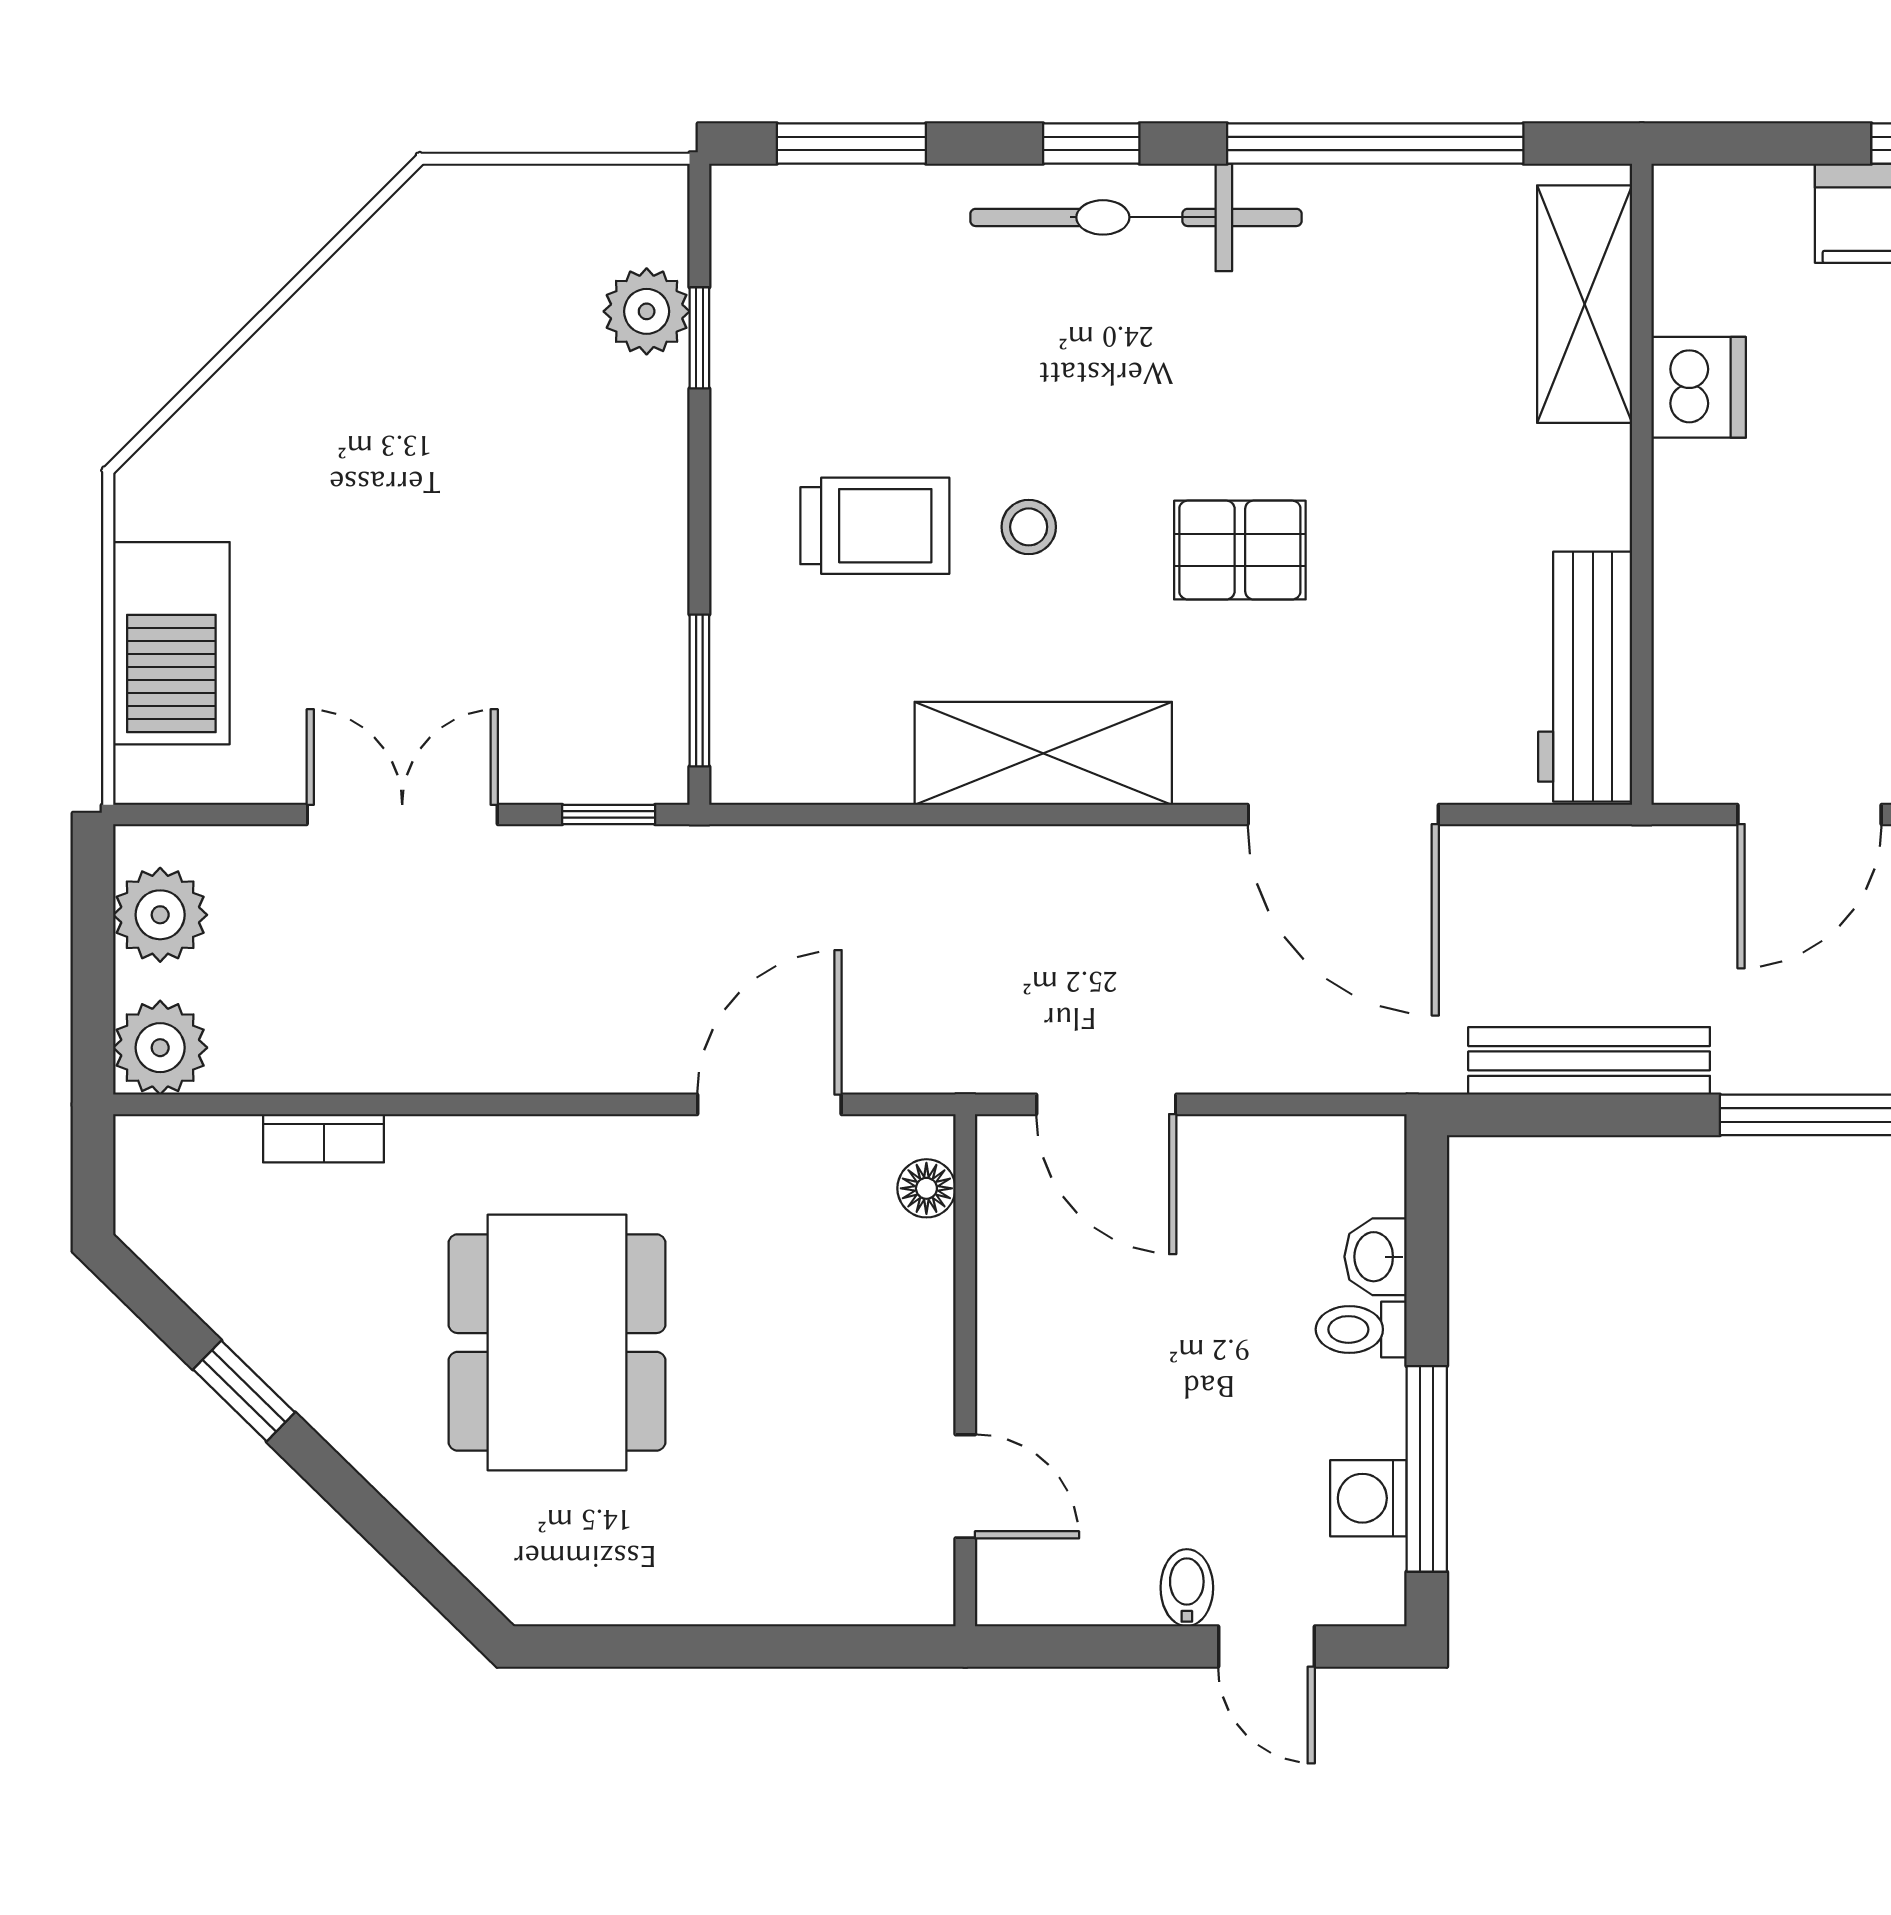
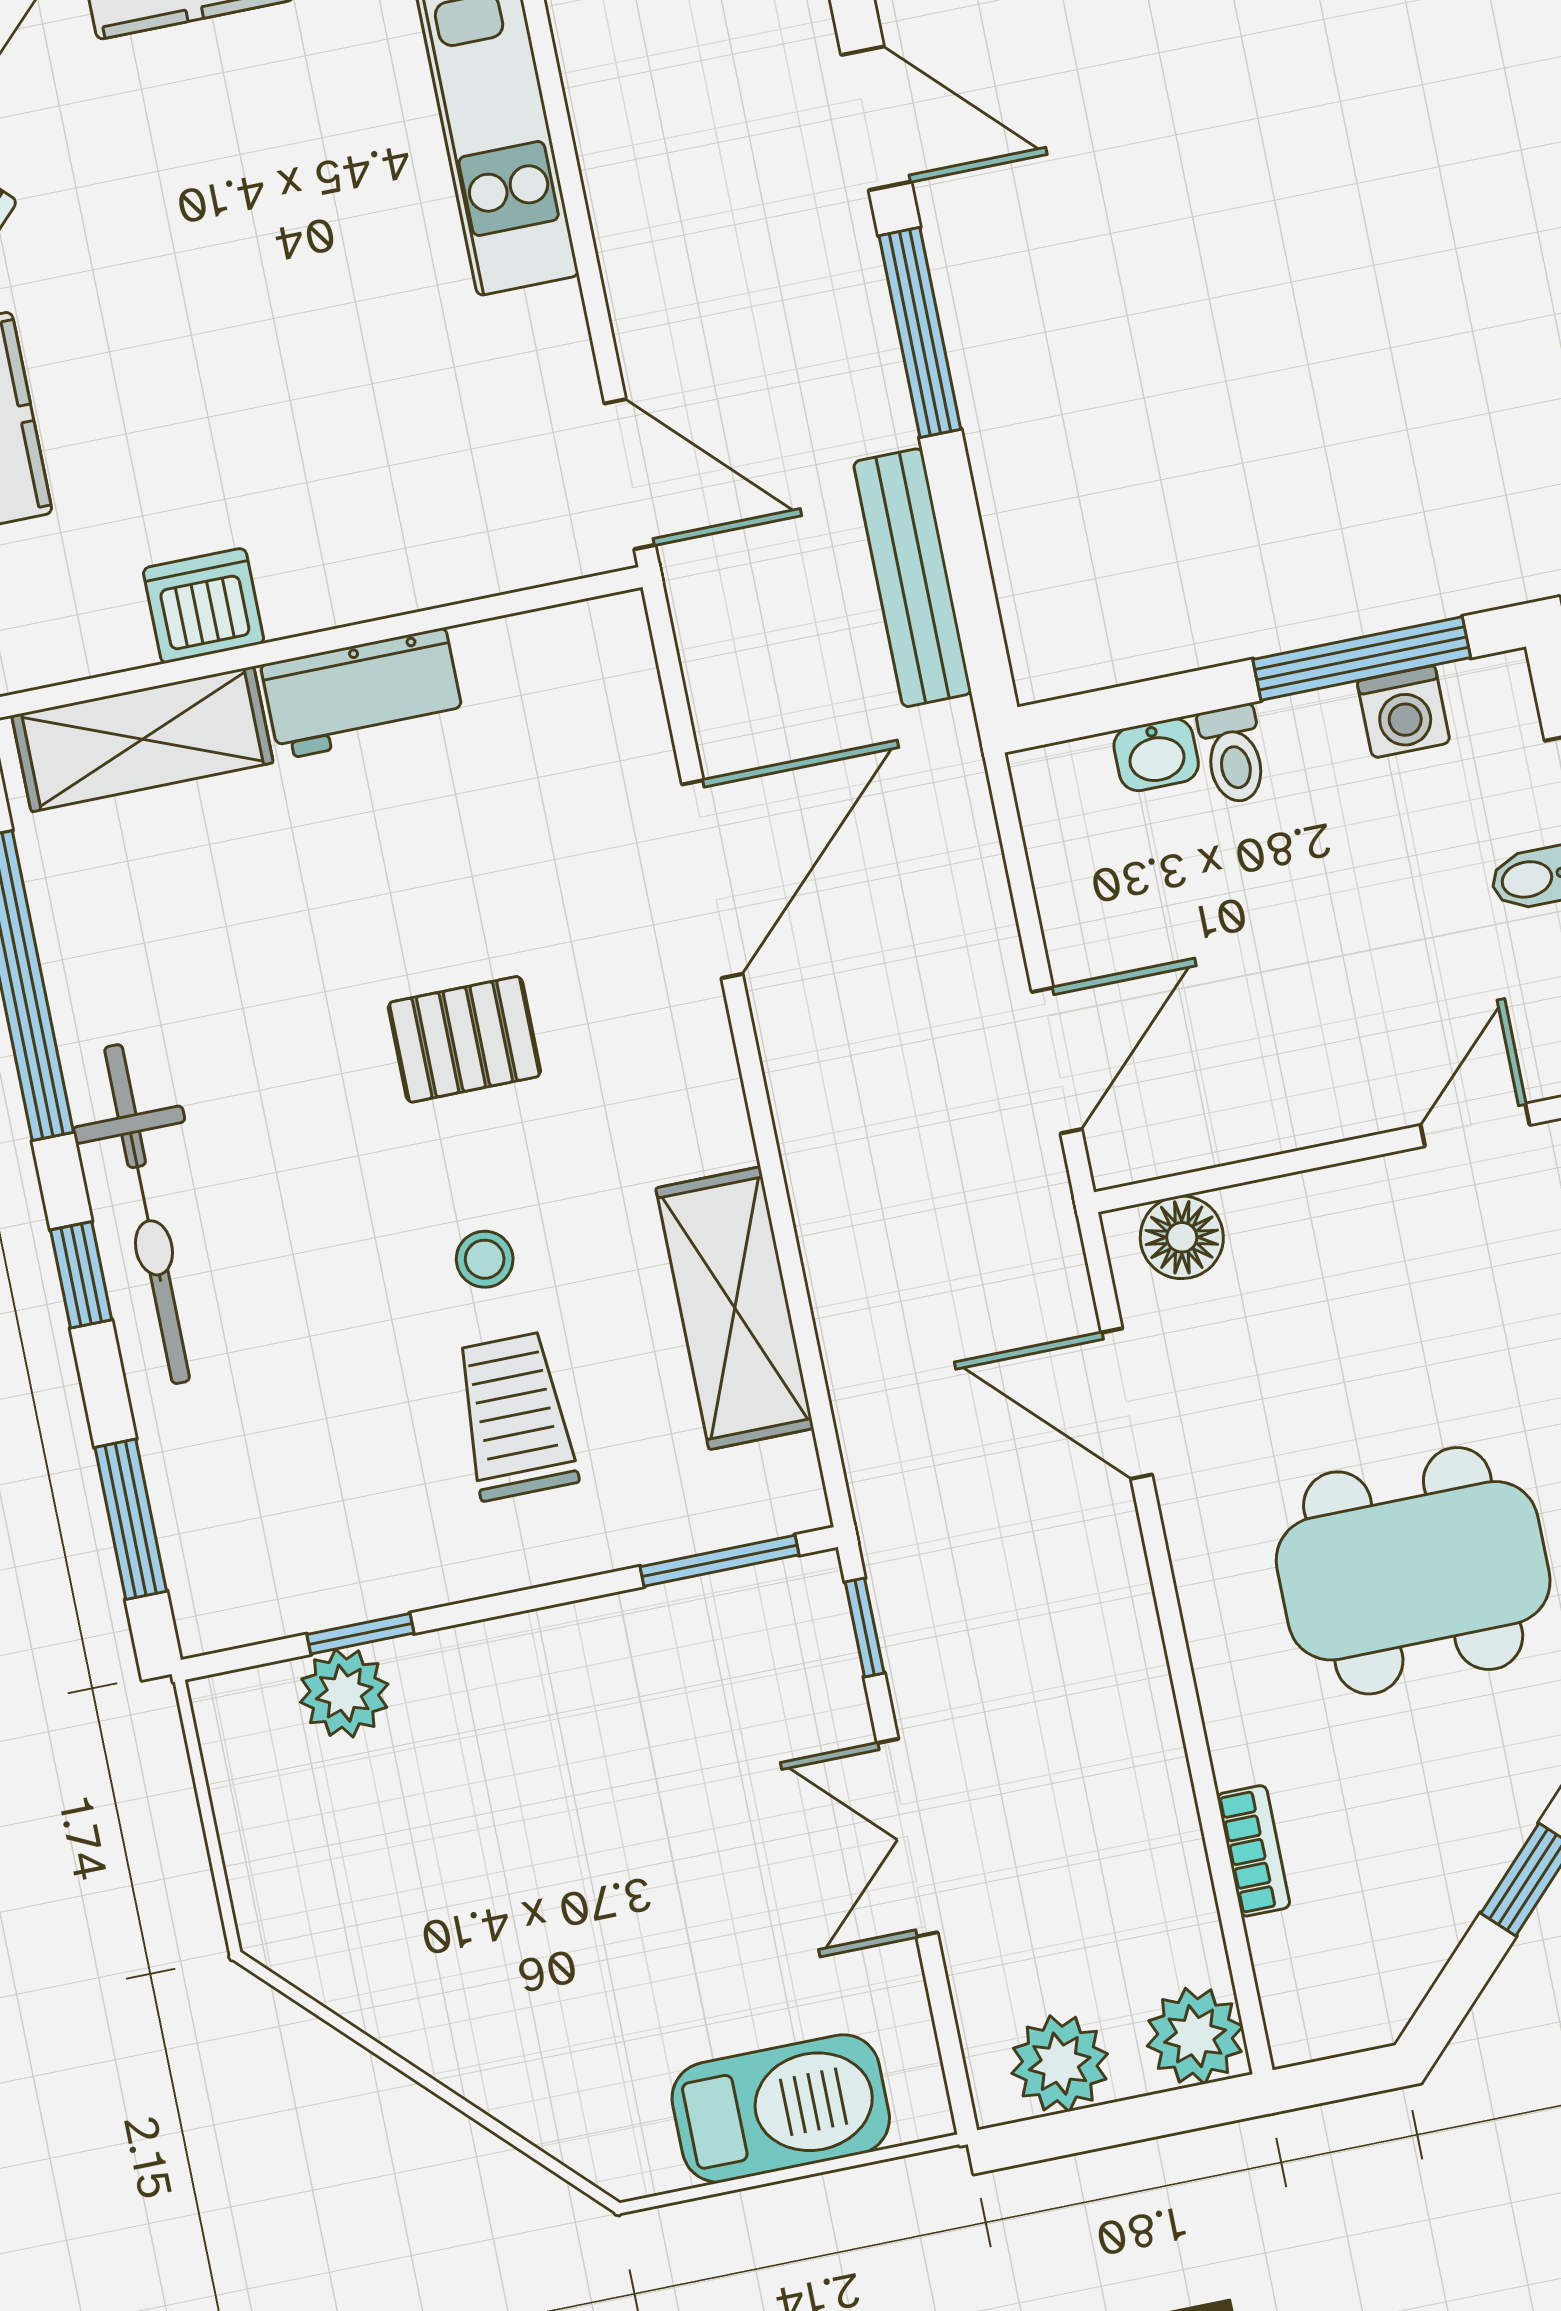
pallet: (1240, 550) -> (464, 1039), turned 90
workbench: (1585, 677) -> (363, 694), moved, width x0.73
shelving: (1043, 753) -> (735, 1308), moved
door: (1810, 814) -> (630, 474), moved
floor lamp: (926, 1188) -> (1182, 1237), width x1.37, depth x1.37

